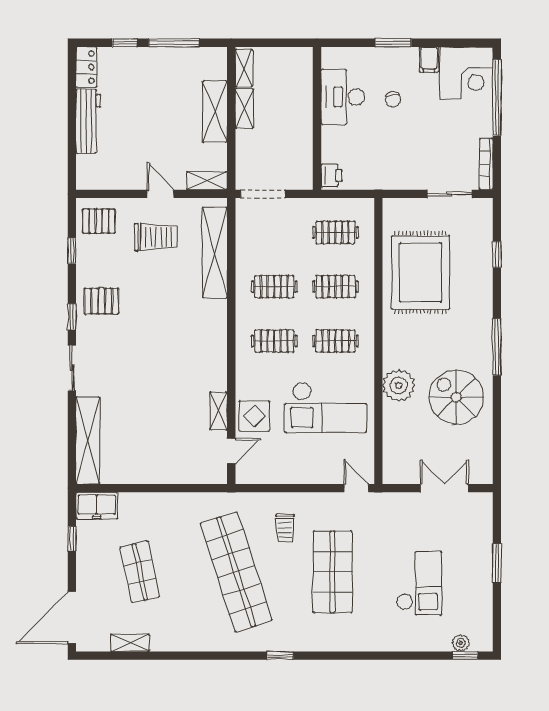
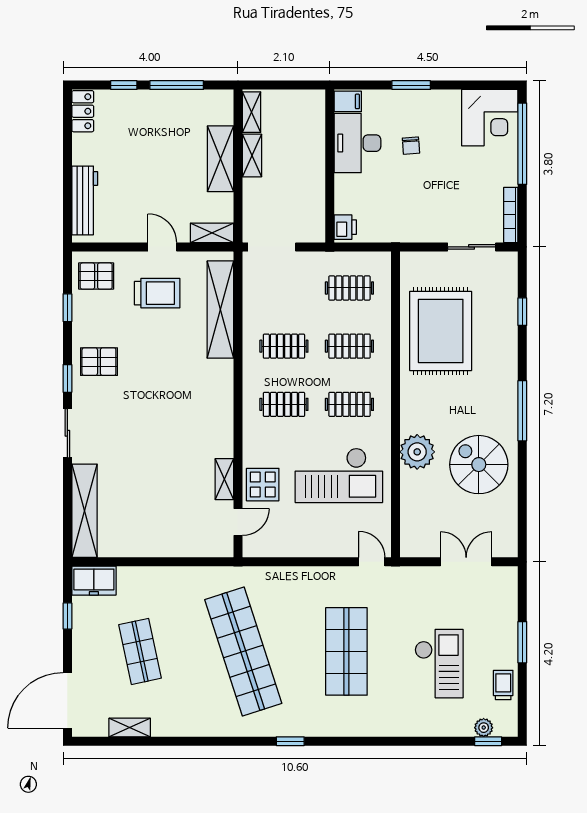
filing cabinet: (429, 60) -> (348, 101), moved, turned -90
workbench: (88, 121) -> (85, 200), moved
trolley: (285, 528) -> (503, 685), moved, turned 180

